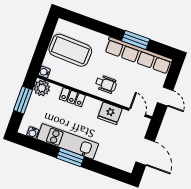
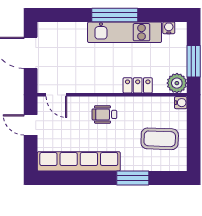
window: (136, 40) -> (133, 178), moved
coffee table: (70, 50) -> (160, 139), width x0.73, depth x0.76
fridge: (110, 113) -> (88, 82), removed
window: (70, 157) -> (115, 15), width x1.44

